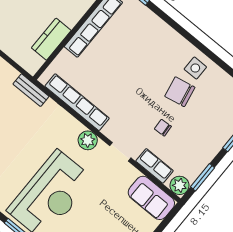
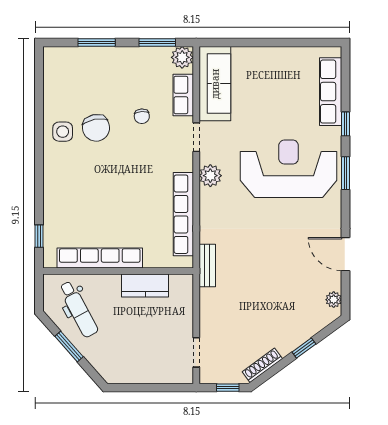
sofa: (151, 198) -> (215, 84), width x1.36

